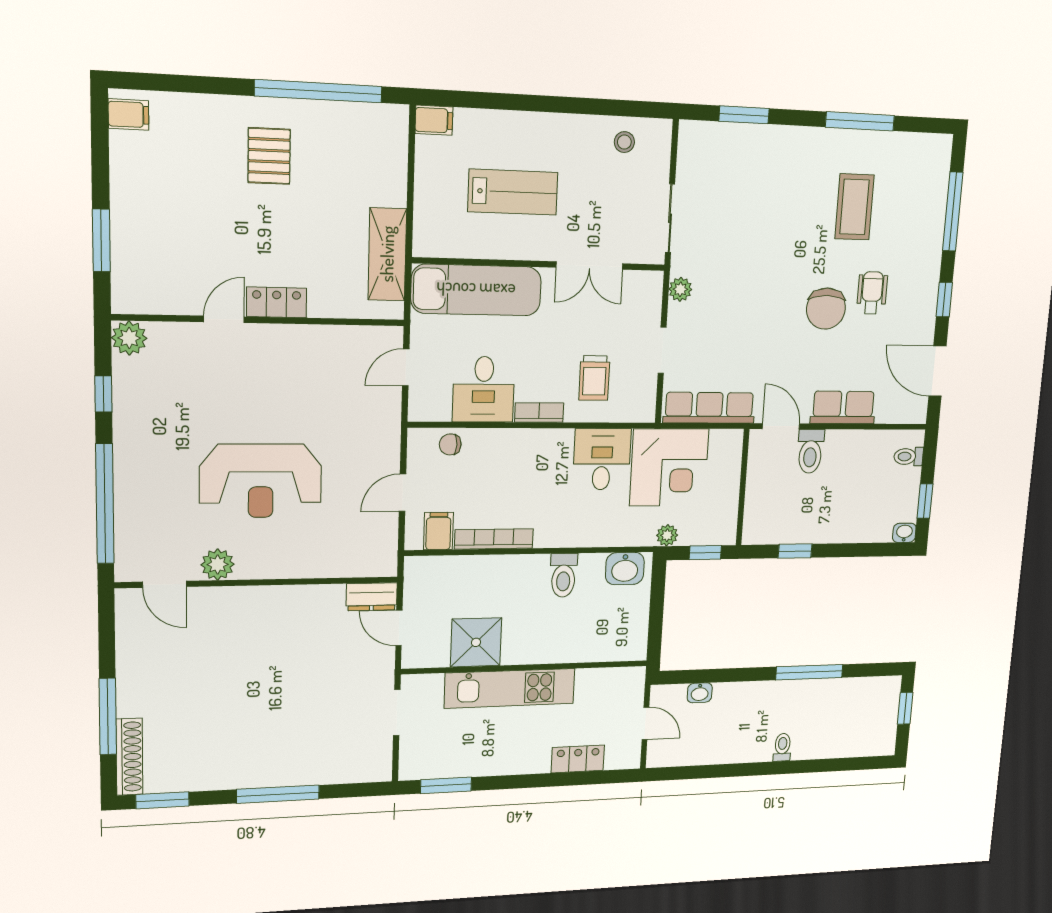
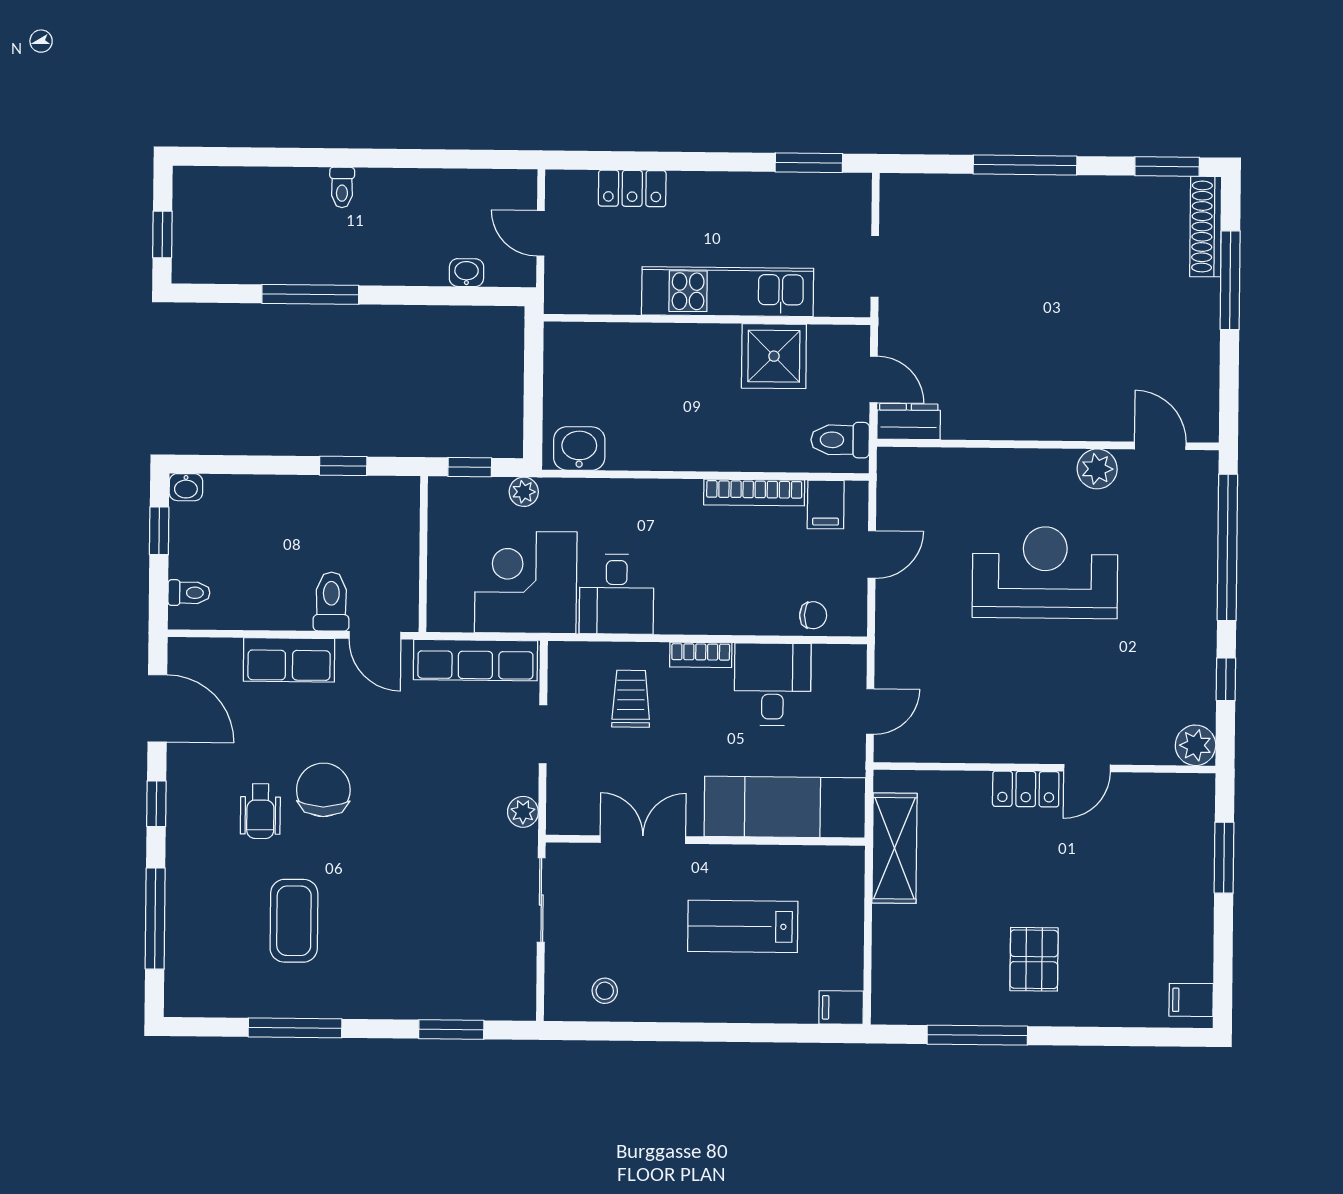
window: (319, 91) -> (977, 1035), width x0.68
toilet: (563, 575) -> (840, 440), moved, turned -90

